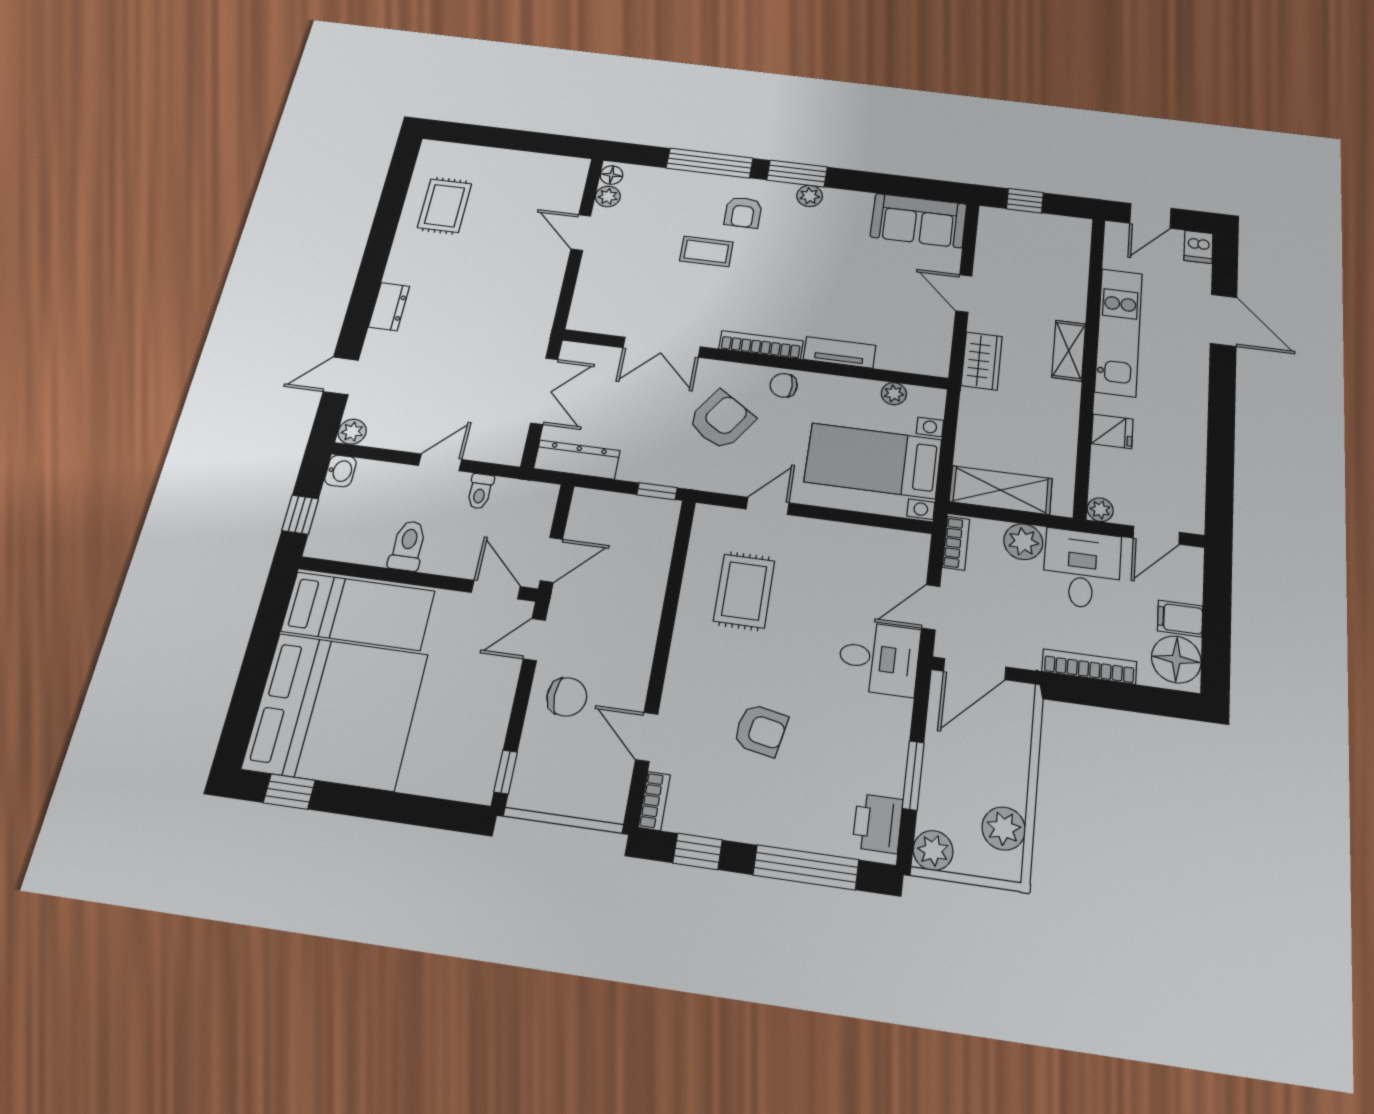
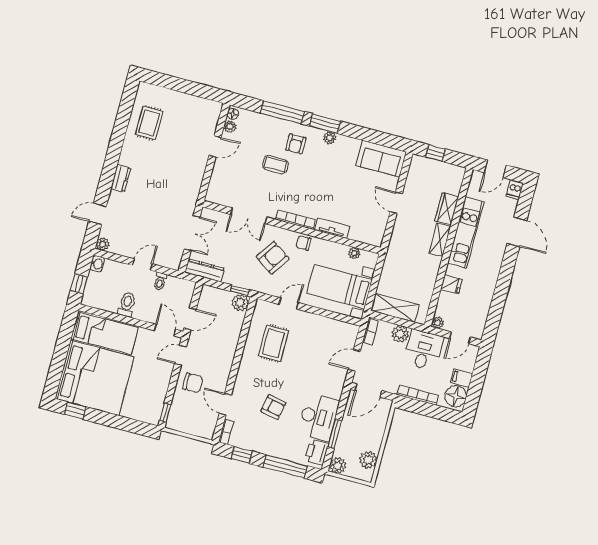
door: (581, 232) -> (215, 146), swing flipped
wardrobe: (982, 361) -> (447, 209), moved, turned 180
plant: (660, 516) -> (240, 303), added
desk: (879, 658) -> (318, 417), moved, width x1.37

